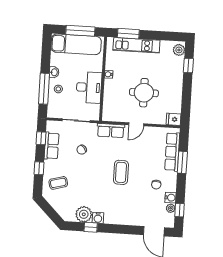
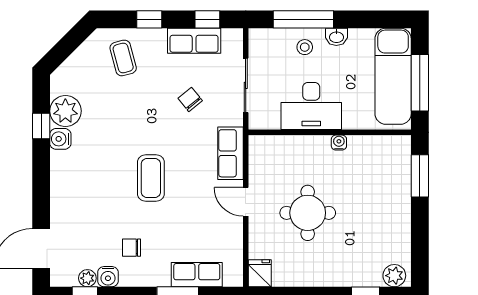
kitchen unit: (136, 45) -> (399, 193), removed
row of seats: (172, 152) -> (197, 275), width x0.68
coffee table: (121, 172) -> (151, 178), turned 90

